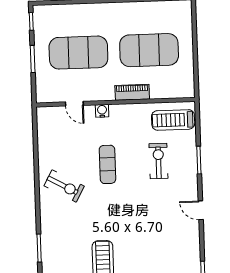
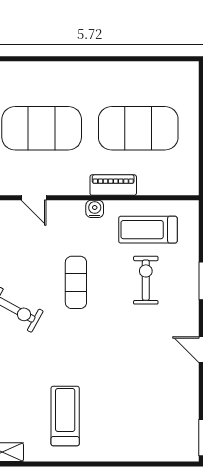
water cooler: (102, 111) -> (95, 209), moved
treadmill: (173, 120) -> (148, 230), moved

